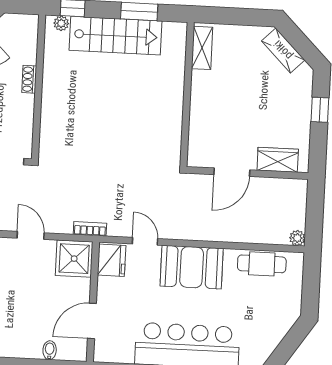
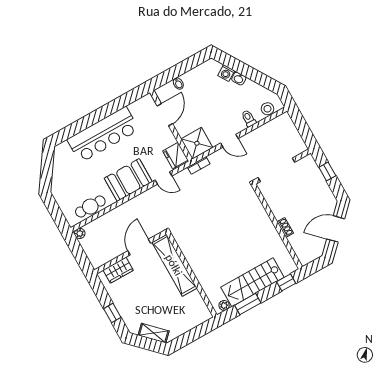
plant: (61, 23) -> (224, 305), moved
shelving: (202, 48) -> (174, 265), moved, width x2.20, depth x1.33

